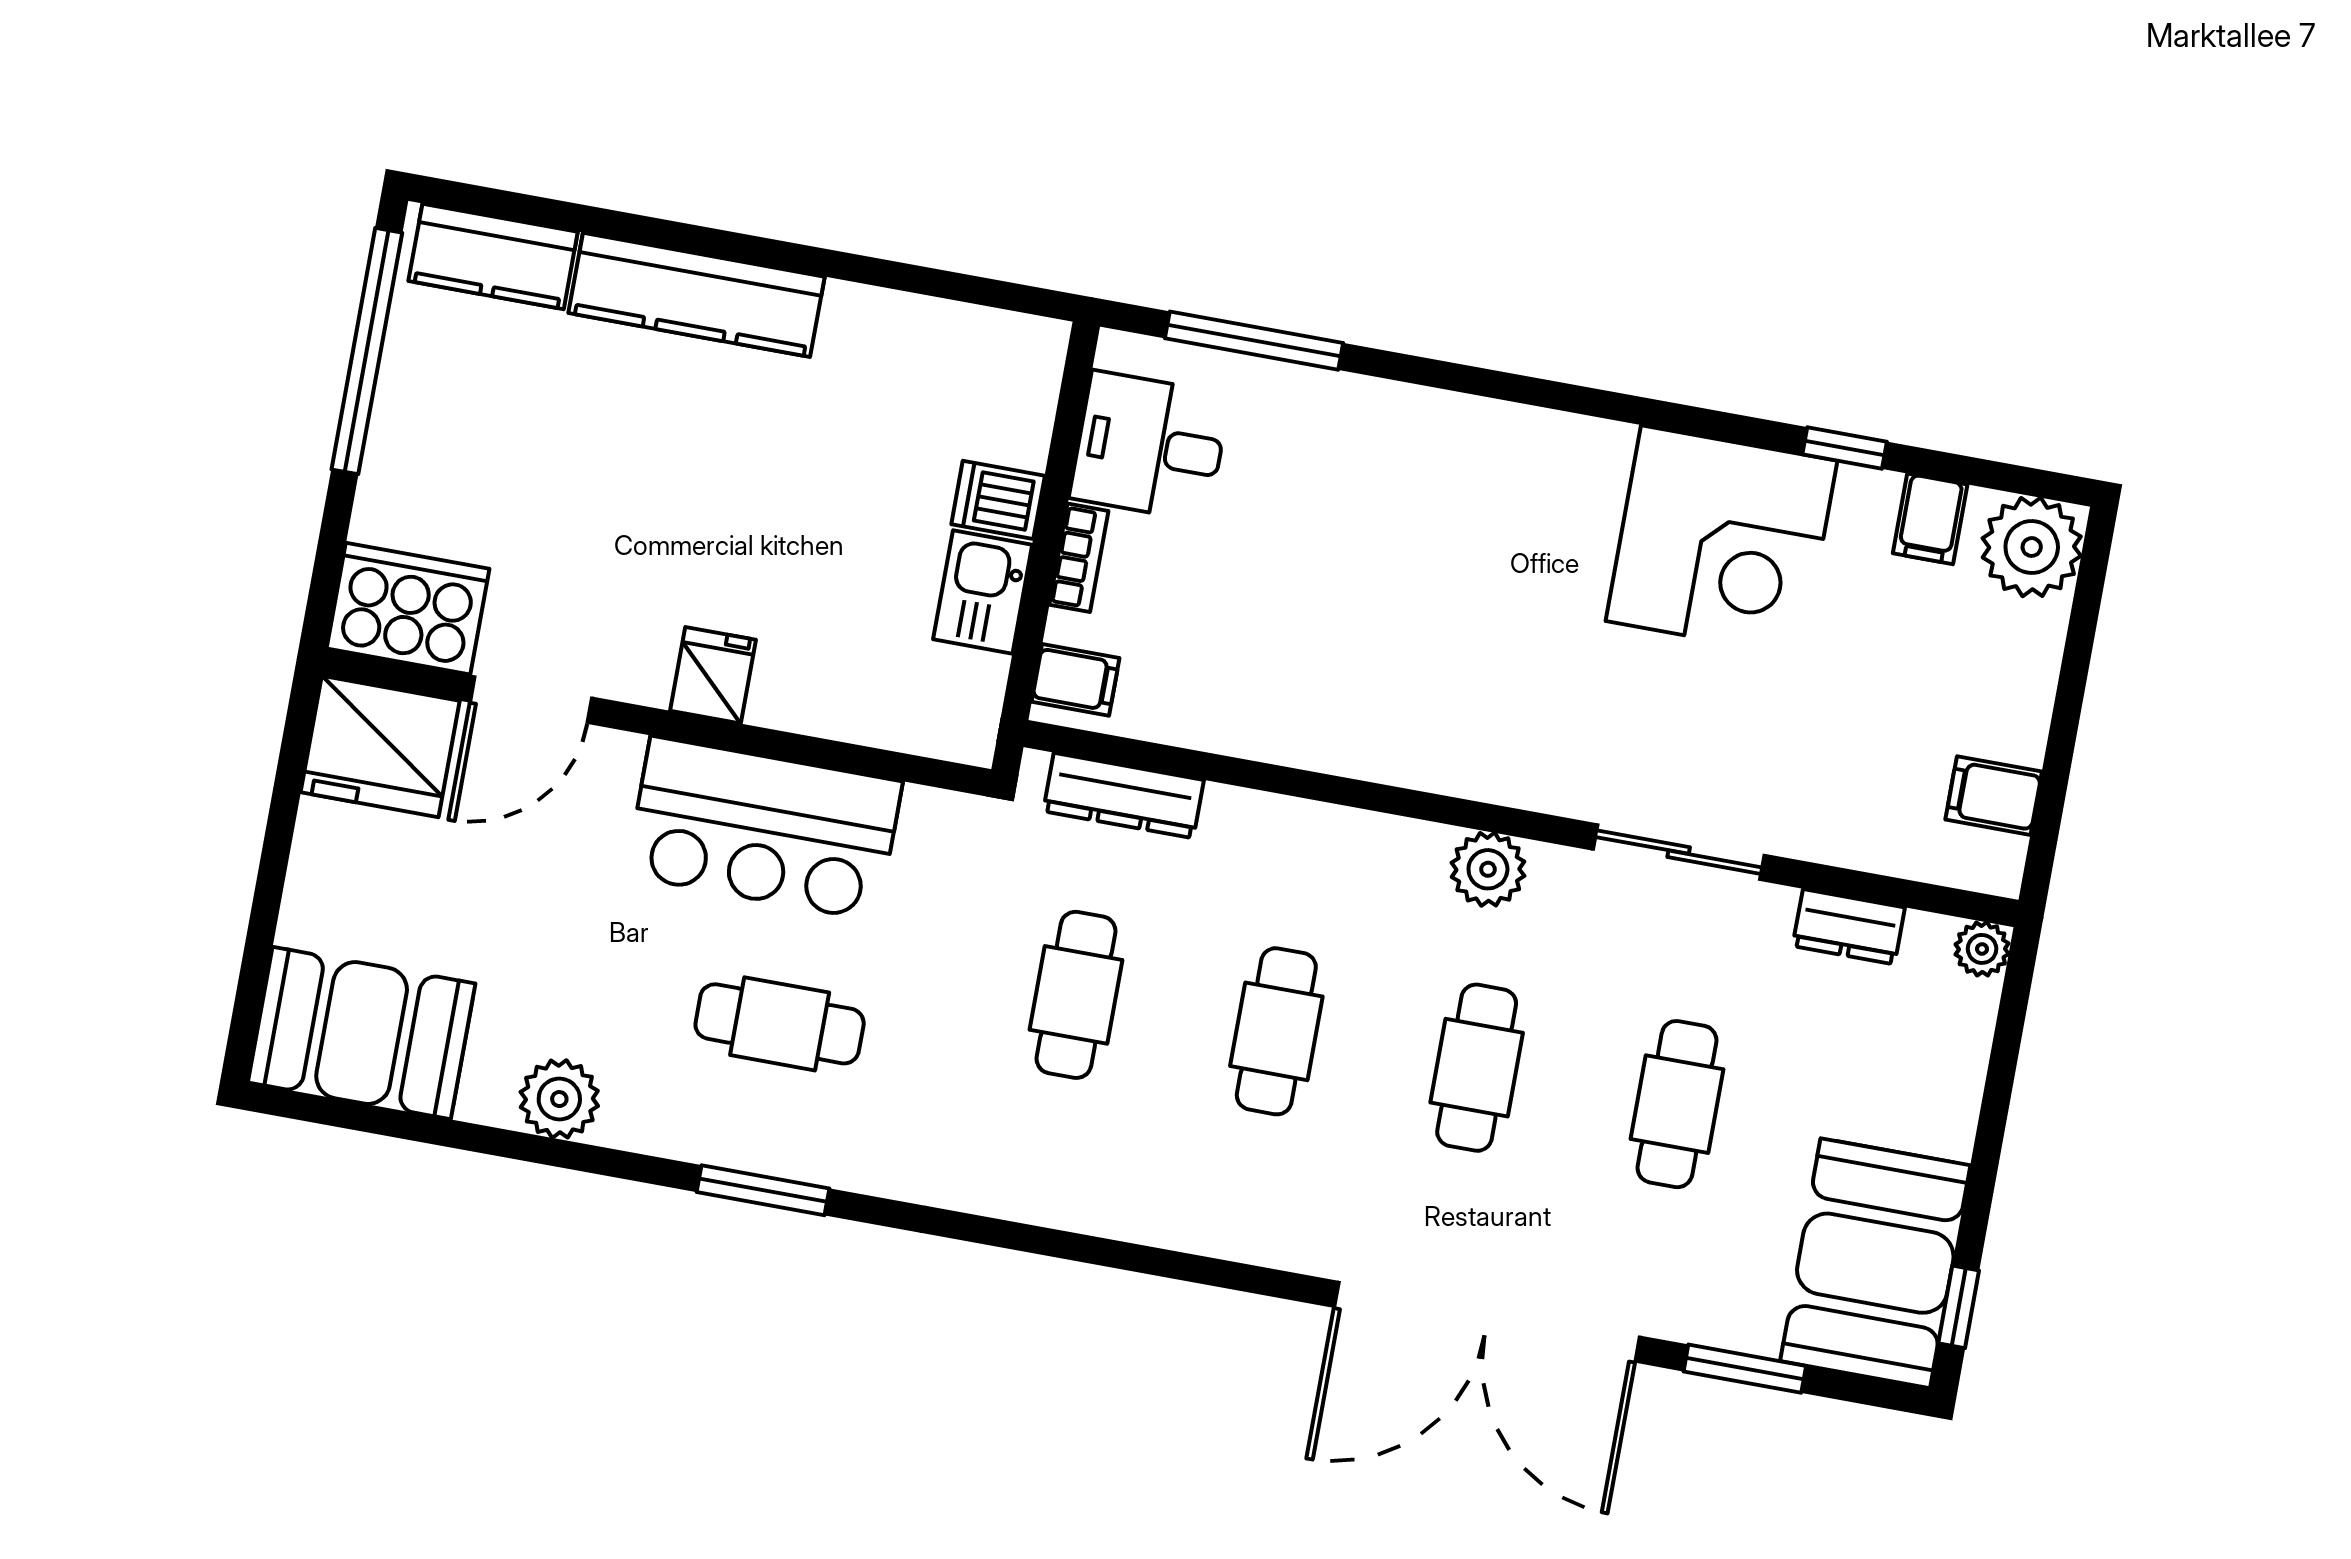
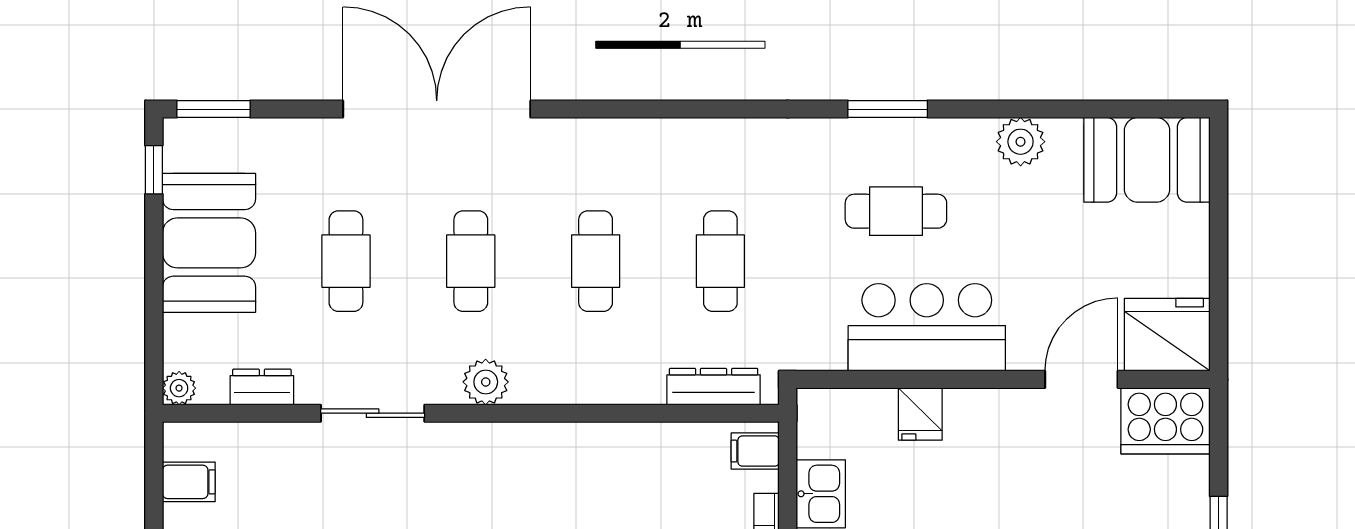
fridge: (713, 675) -> (920, 414), moved
booth: (1875, 1263) -> (209, 243), moved
window: (1745, 1369) -> (214, 109), moved

